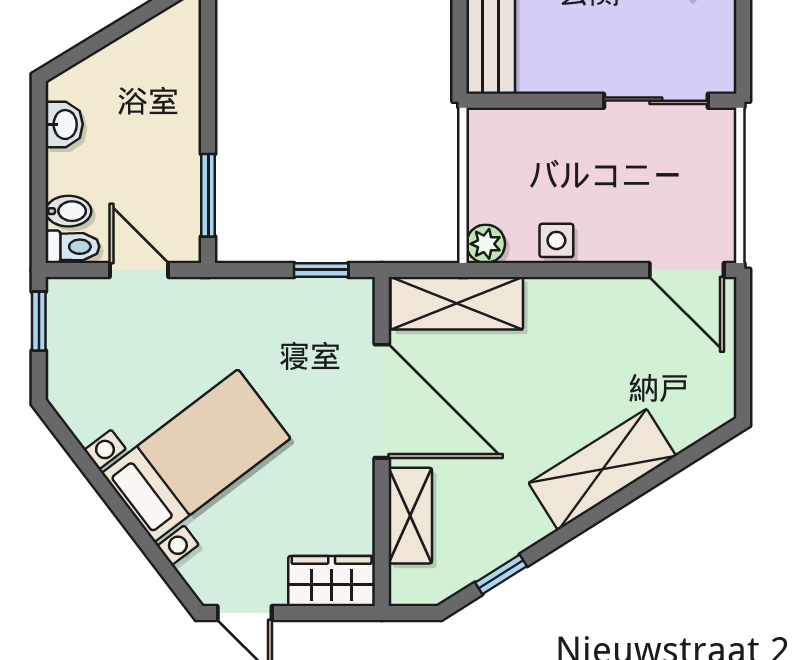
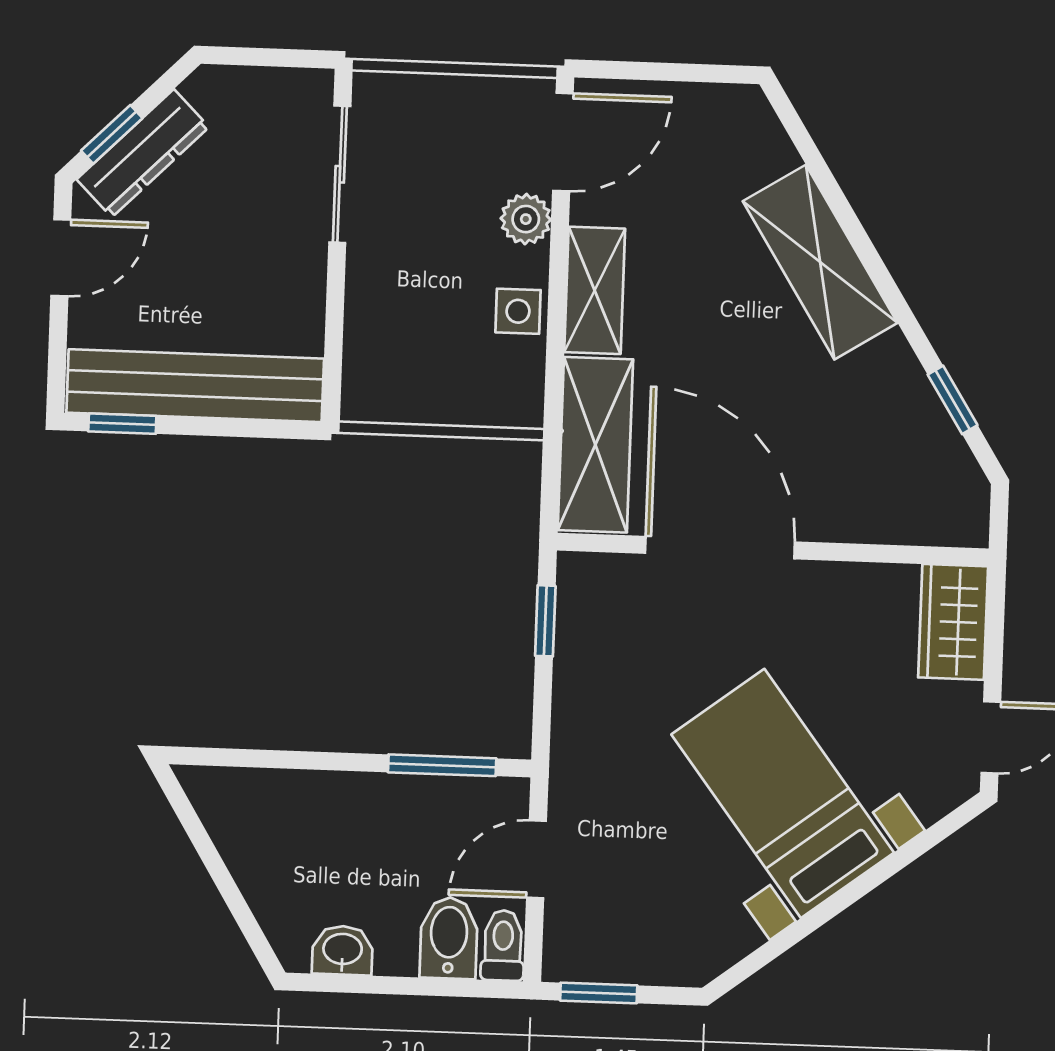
bidet: (68, 211) -> (449, 938), width x1.38, depth x1.36
plant: (486, 244) -> (526, 219), moved
door: (382, 401) -> (720, 548), hinge flipped
shelving: (410, 516) -> (595, 290), moved, turned 90

